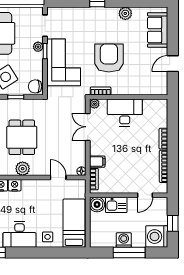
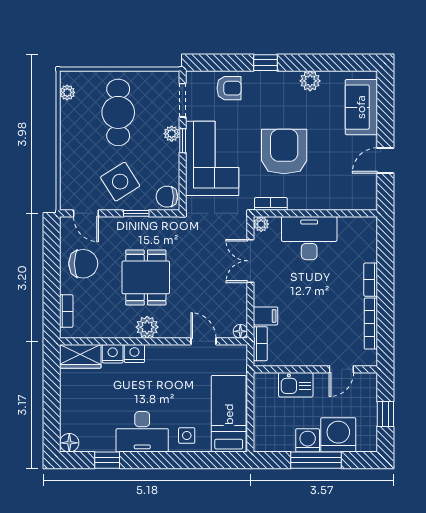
armchair: (74, 18) -> (229, 88), added
boiler: (97, 205) -> (265, 384), removed
washing machine: (157, 237) -> (338, 435), moved, turned 90

